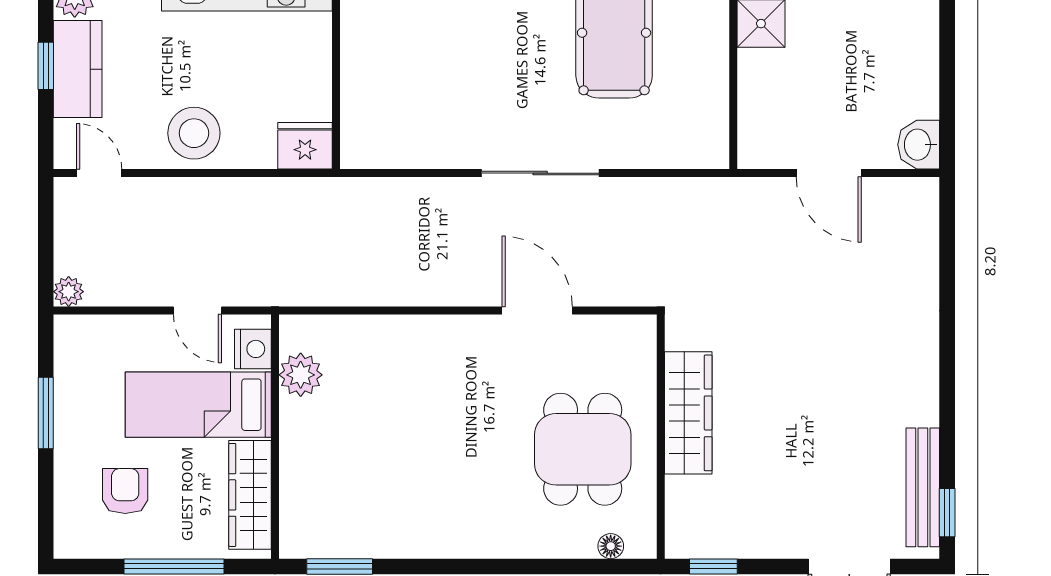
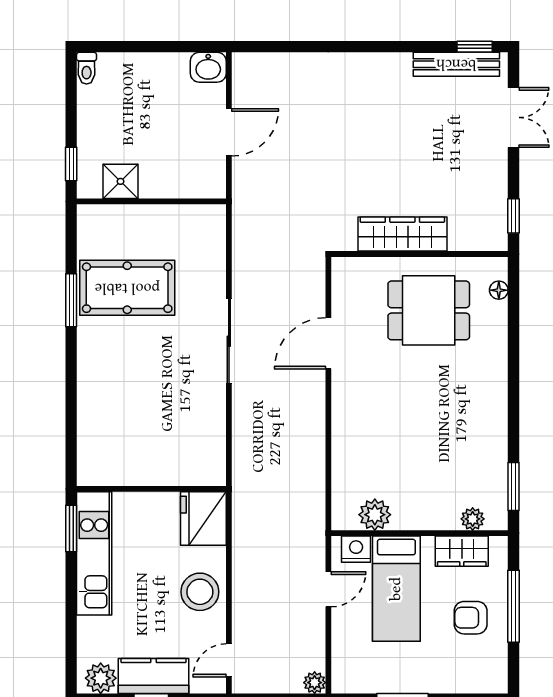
fridge: (305, 146) -> (203, 519), width x1.36, depth x1.34
armchair: (125, 491) -> (471, 618), moved
wardrobe: (250, 495) -> (462, 551), width x0.67
plant: (295, 510) -> (473, 519), added

